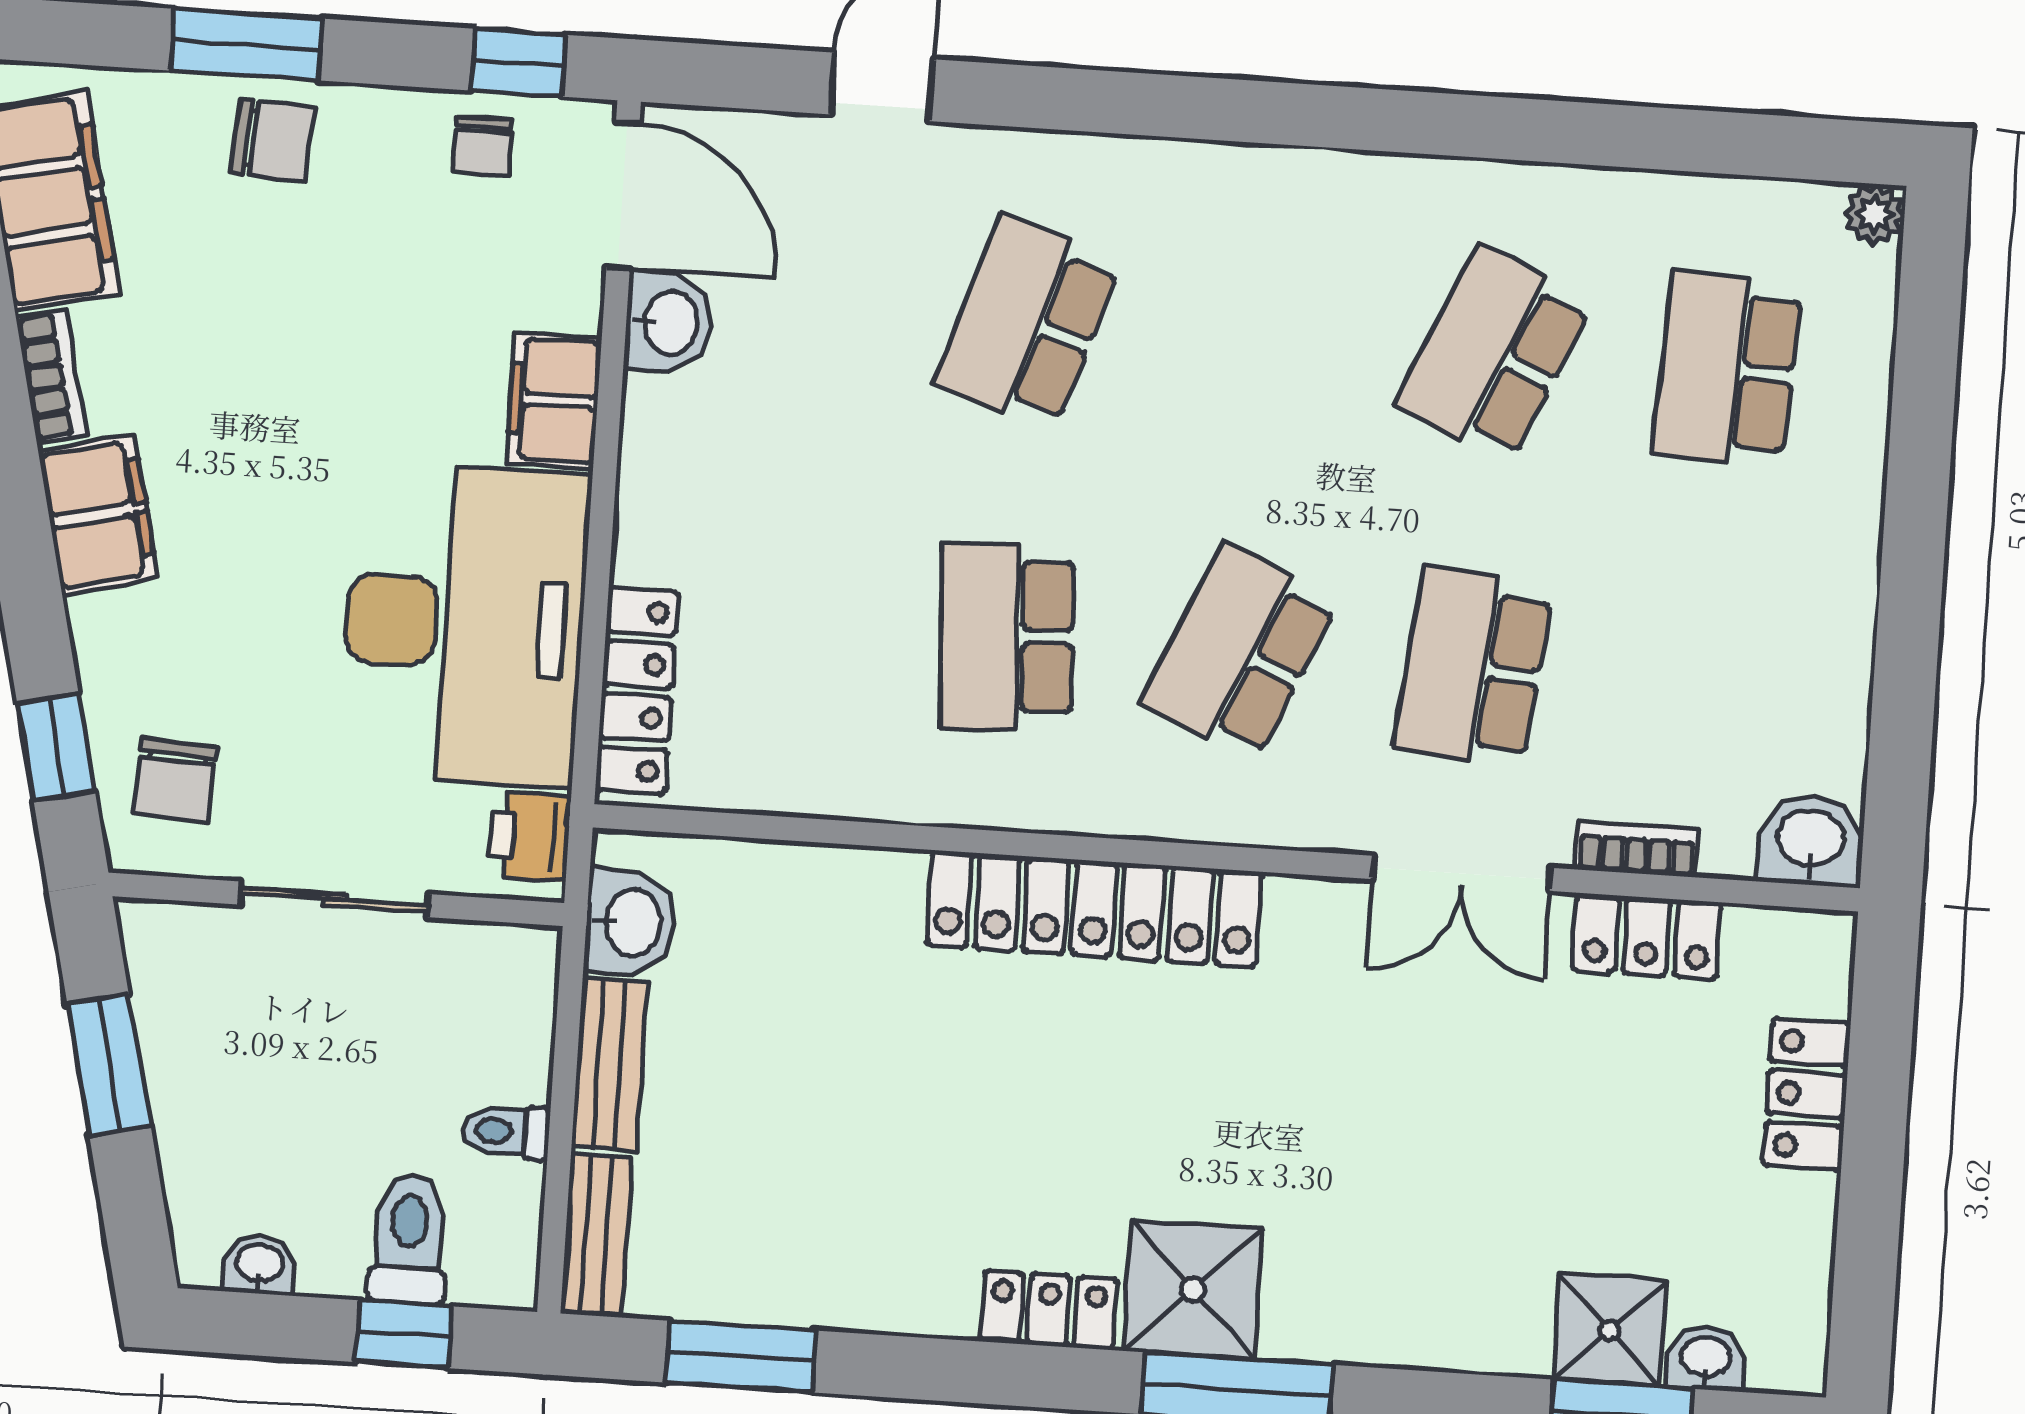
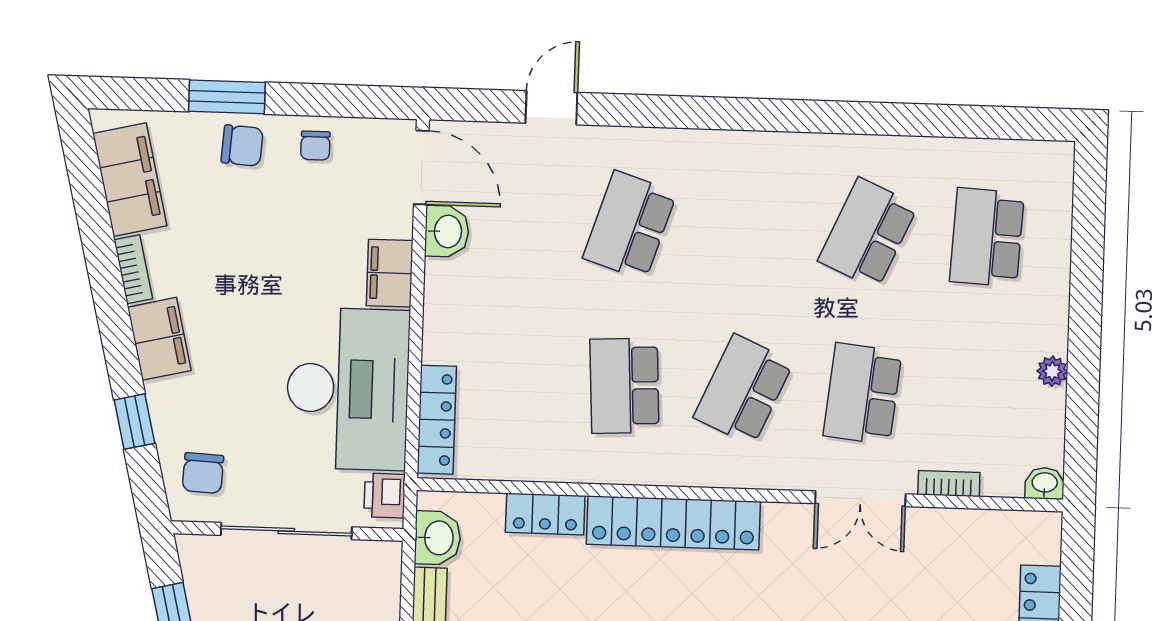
window: (519, 63) -> (366, 102), removed
chair: (483, 146) -> (315, 146), moved
plant: (1874, 214) -> (1052, 371), moved
window: (56, 747) -> (134, 422), moved
washbasin: (1811, 841) -> (1045, 483), width x0.72, depth x0.69
sliding door: (335, 899) -> (286, 531), width x1.37
locker: (1647, 936) -> (545, 514), moved

